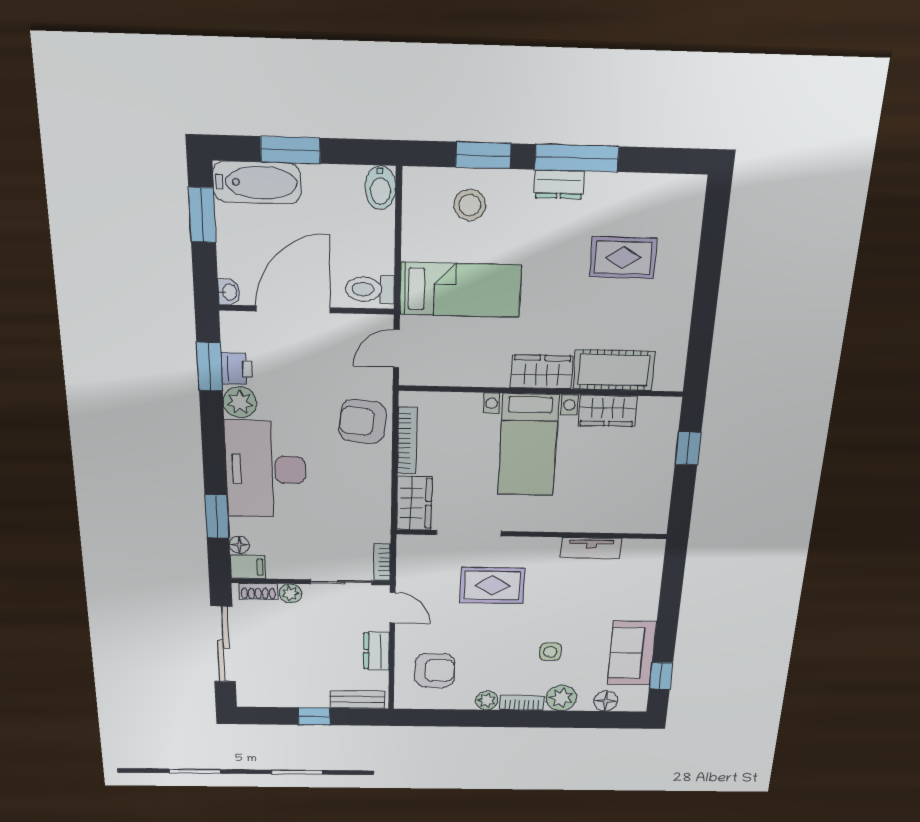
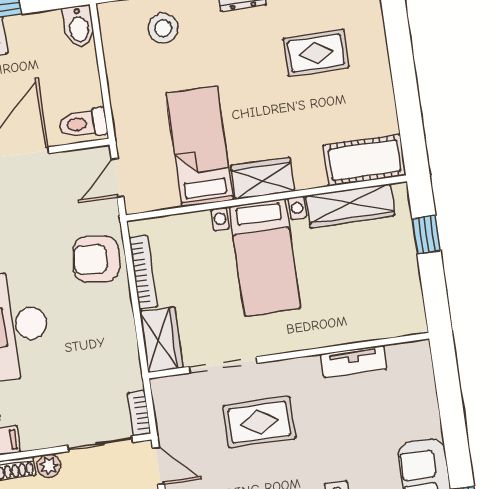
bed: (460, 290) -> (200, 147), moved, turned -90
cot: (614, 370) -> (365, 160), moved
wardrobe: (607, 411) -> (350, 206), width x1.50

